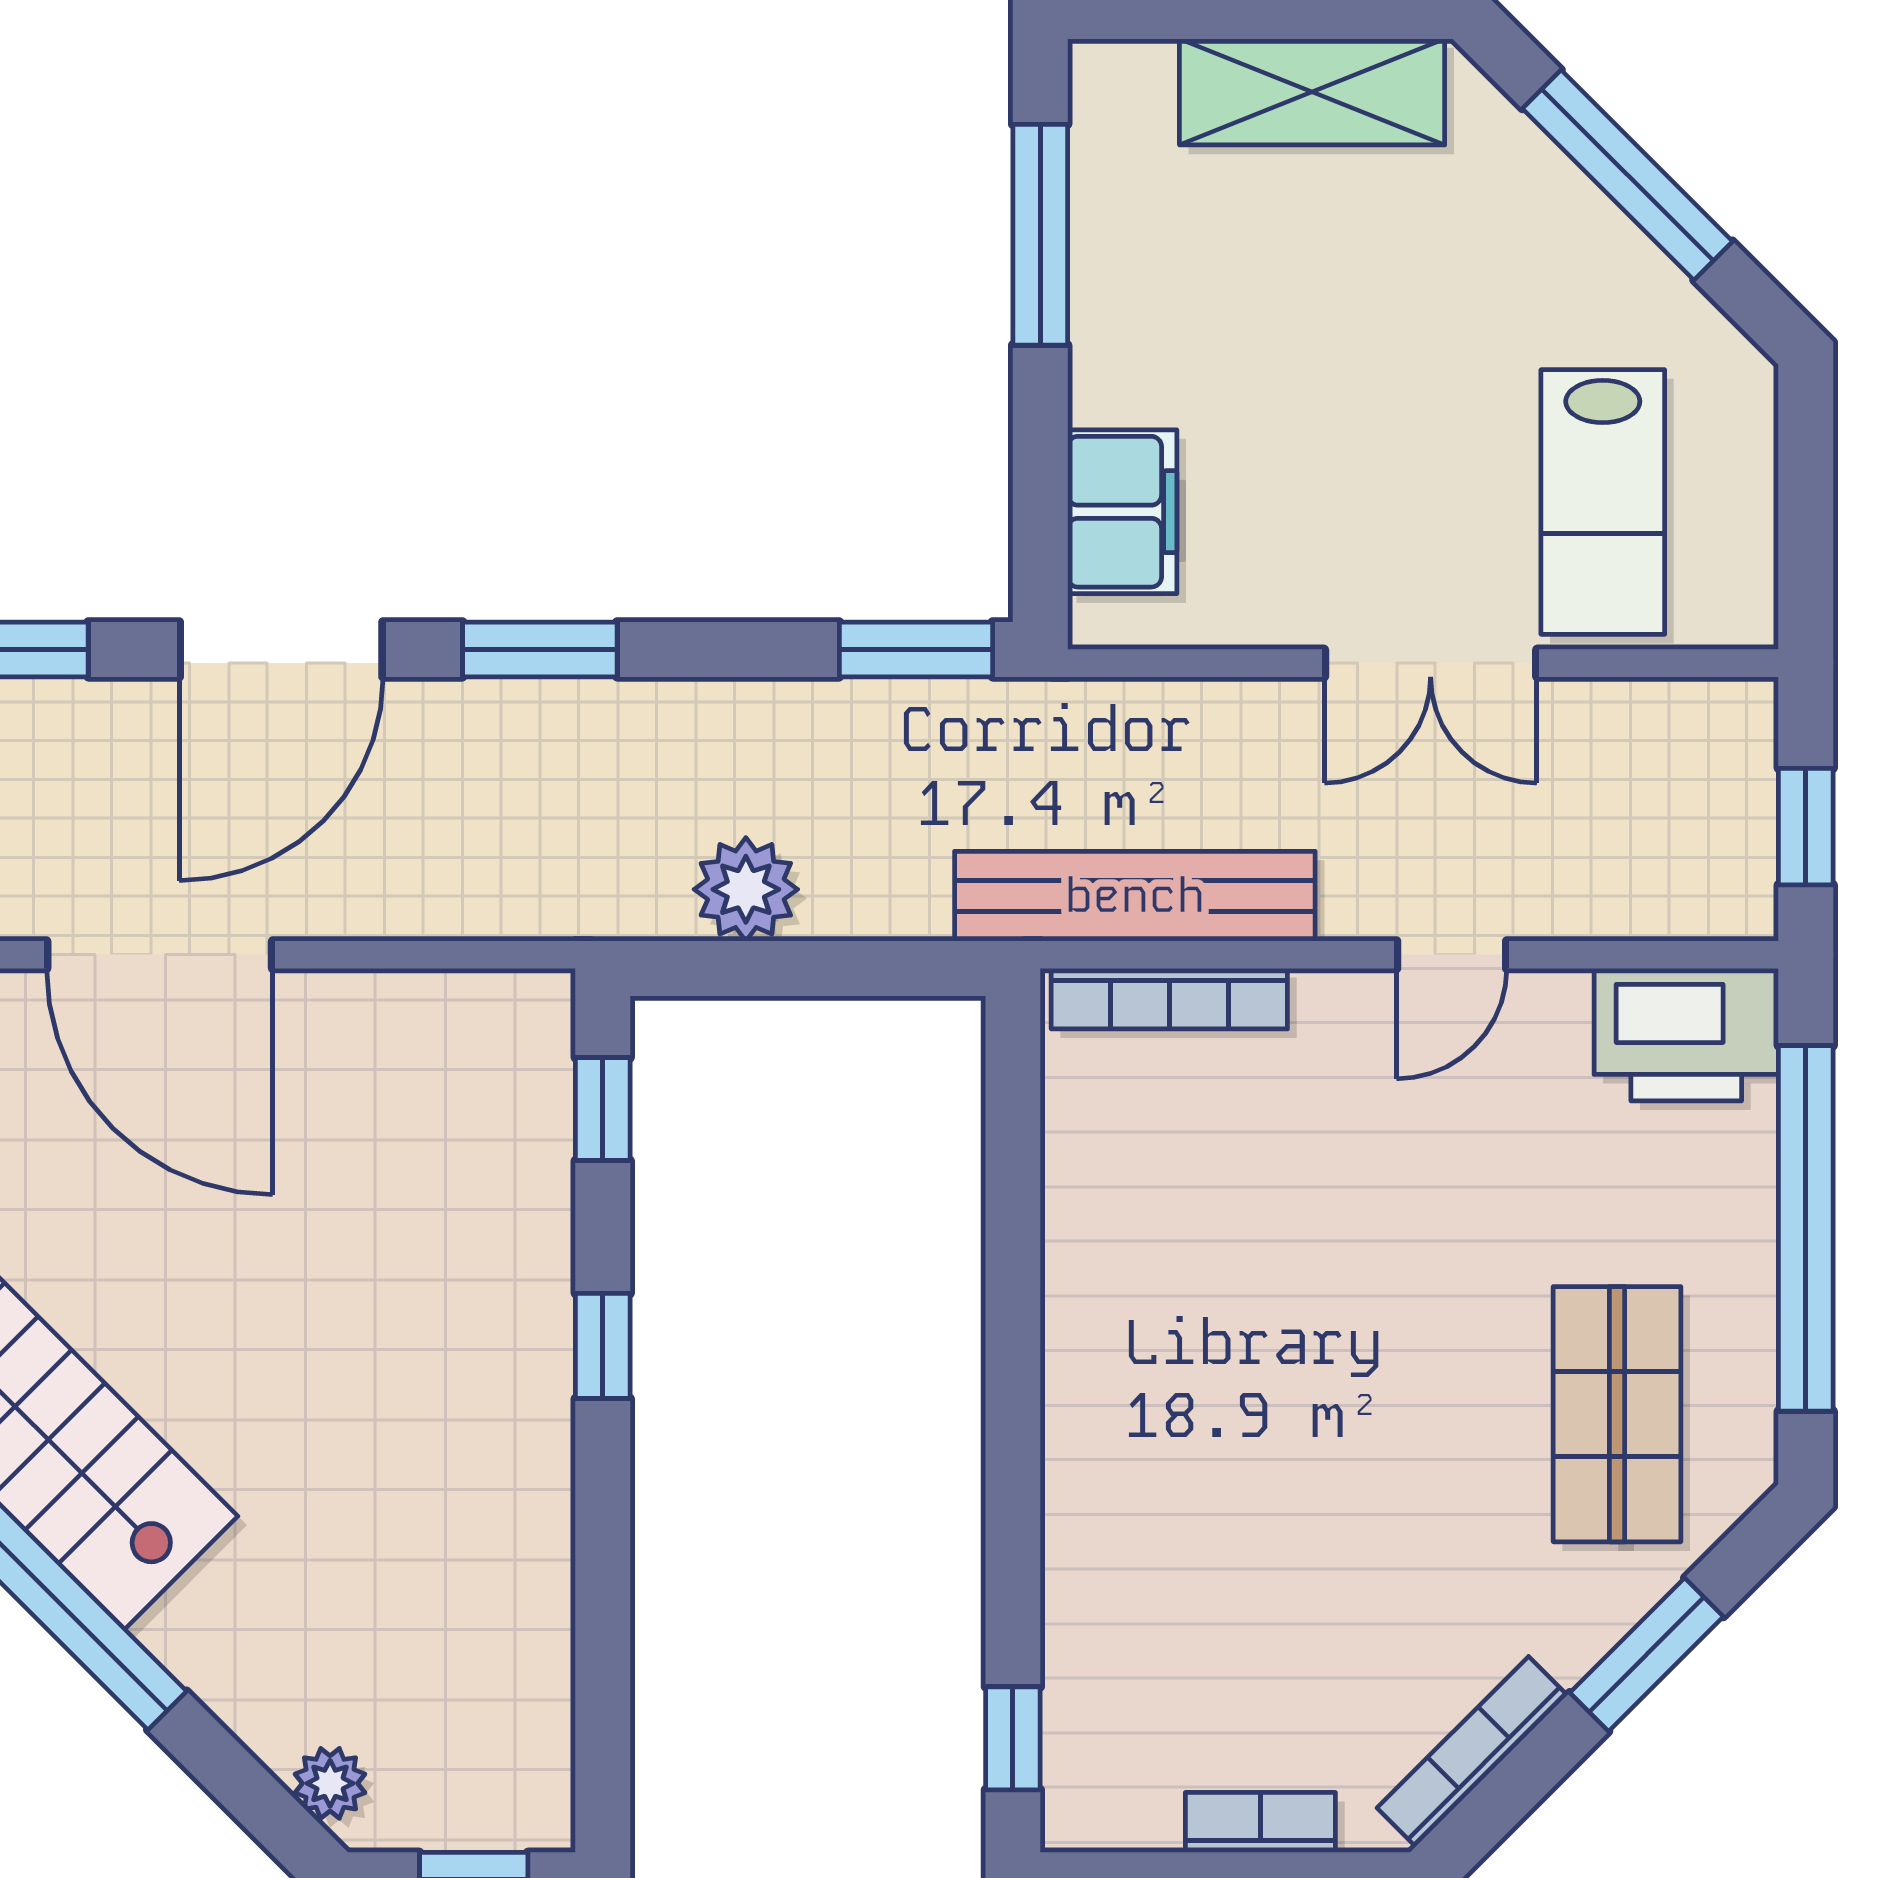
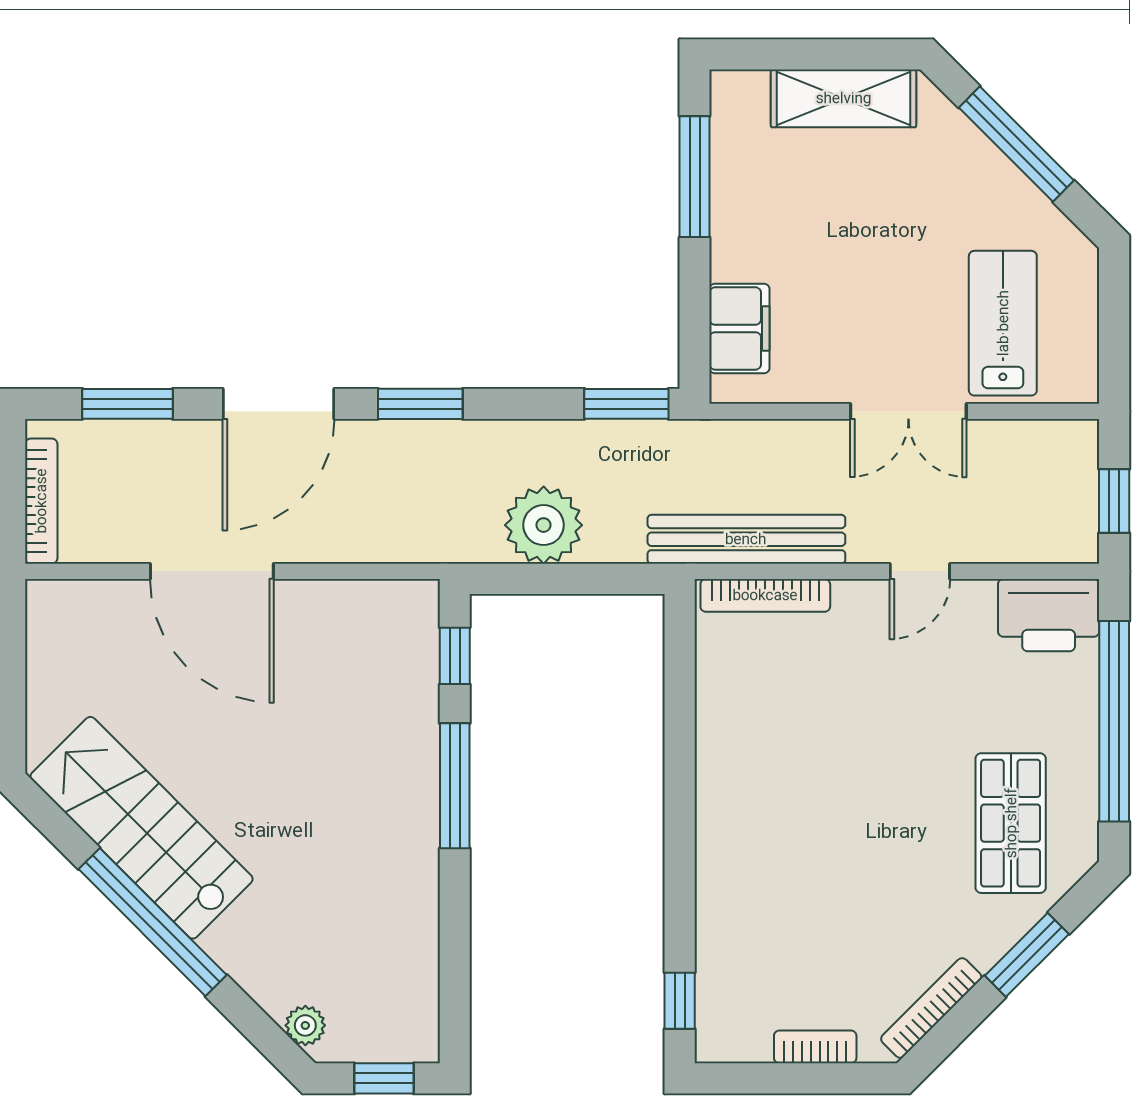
lab bench: (1603, 502) -> (1003, 323), turned 180
plant: (746, 889) -> (544, 525), width x1.36, depth x1.36
window: (603, 1346) -> (455, 786), width x2.17

